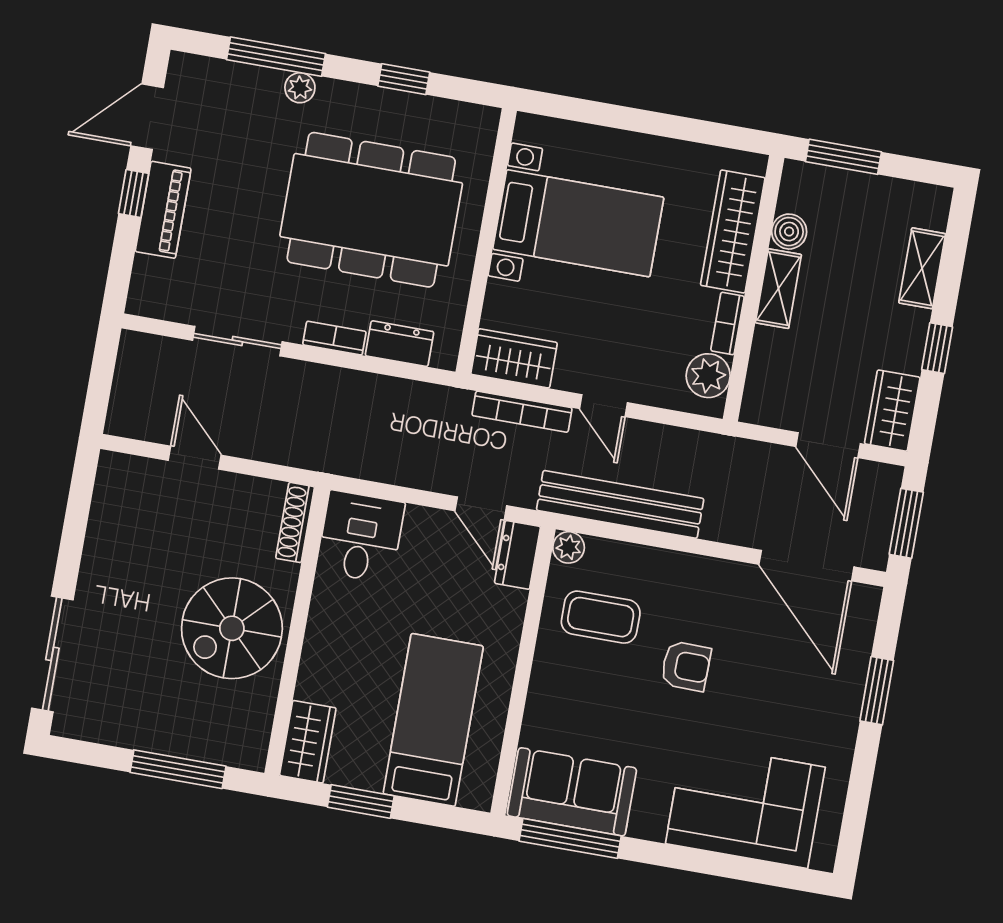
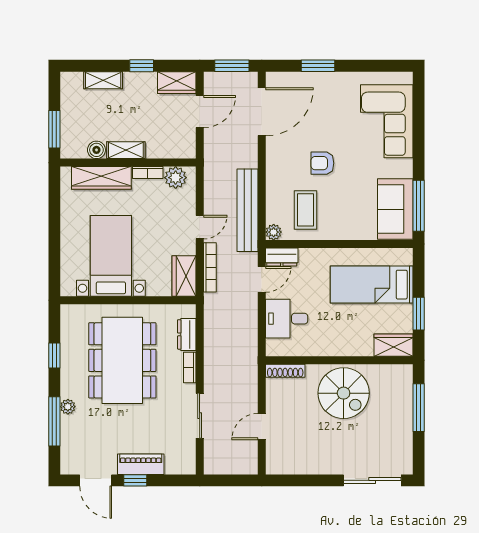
desk: (361, 537) -> (287, 319), moved
armchair: (686, 666) -> (322, 163), turned -91

